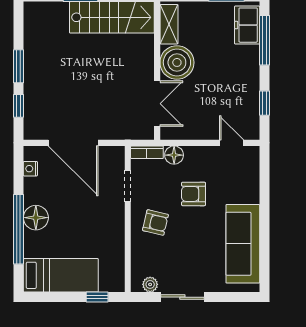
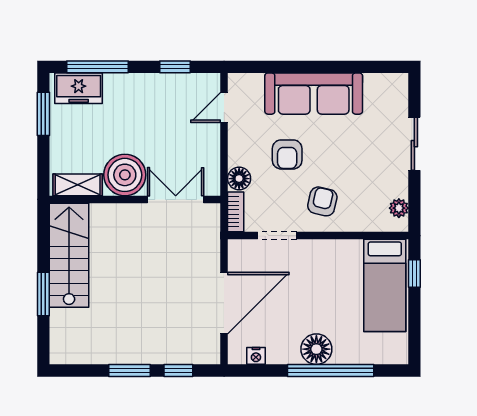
sofa: (243, 244) -> (314, 94), moved
bed: (61, 275) -> (385, 285), moved, turned 180
sliding door: (182, 297) -> (414, 144), moved

